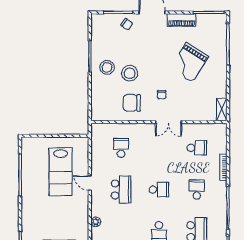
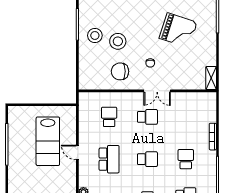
grand piano: (189, 62) -> (178, 30), turned -104
school desk: (197, 148) -> (147, 117), moved

